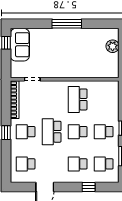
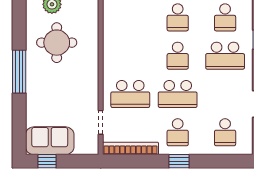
round table: (86, 49) -> (57, 43), added
school desk: (78, 99) -> (130, 94), moved
school desk: (78, 164) -> (225, 56), width x1.85

